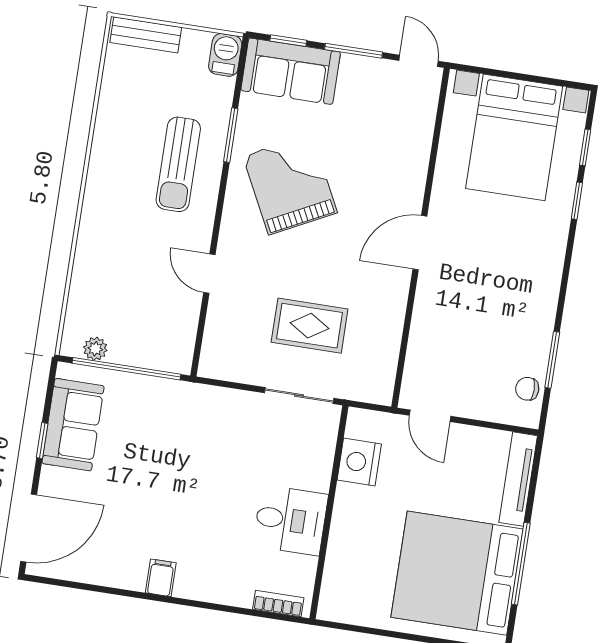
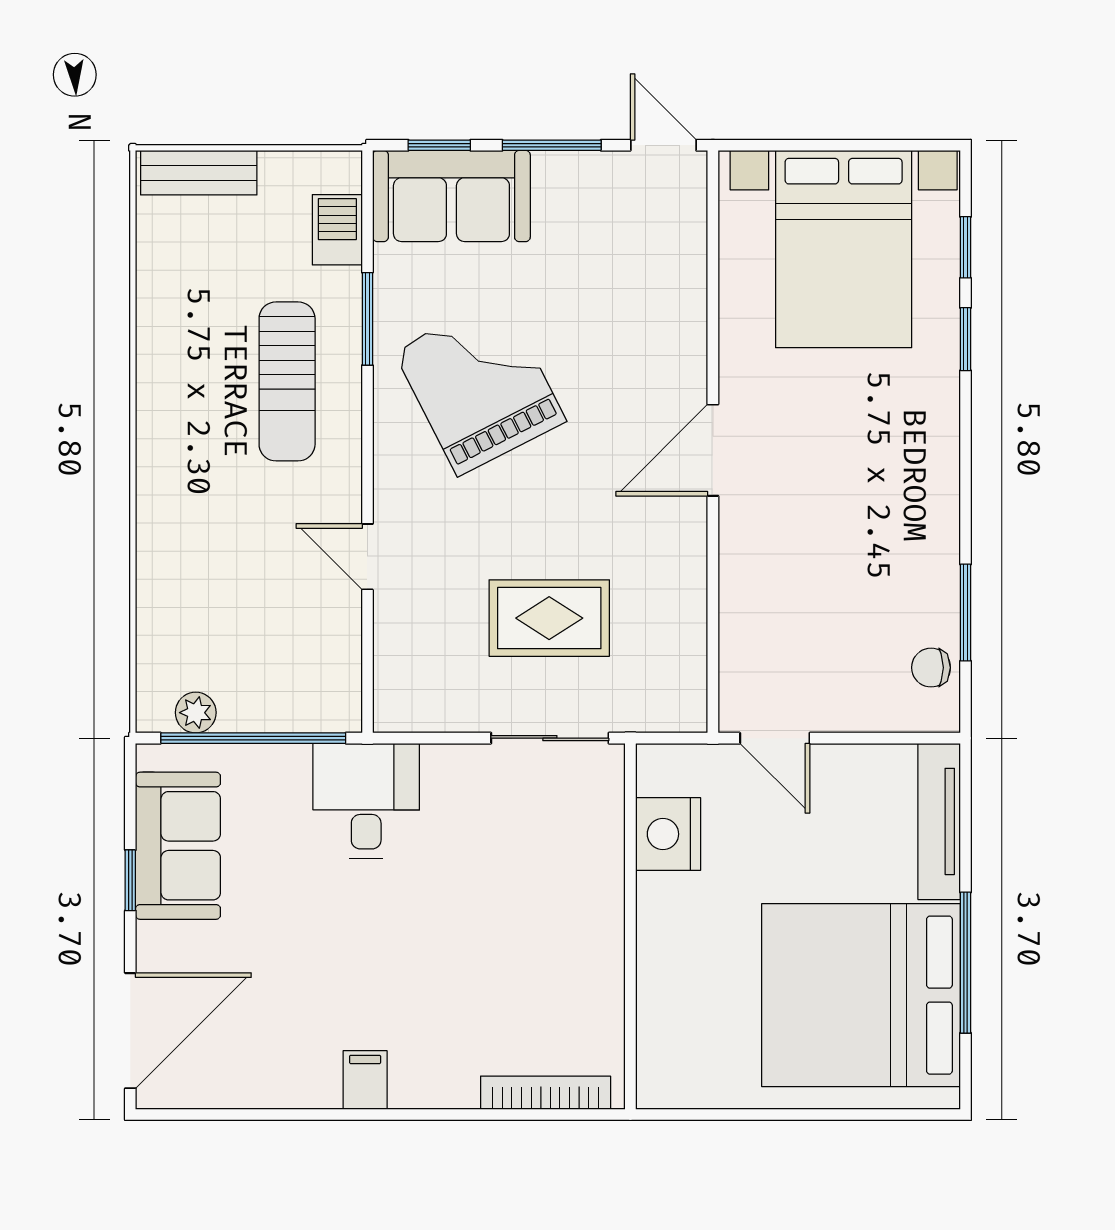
barbecue: (225, 55) -> (337, 230), moved
desk: (290, 520) -> (366, 801), moved, turned -90
bookcase: (278, 604) -> (546, 1093), width x1.56

